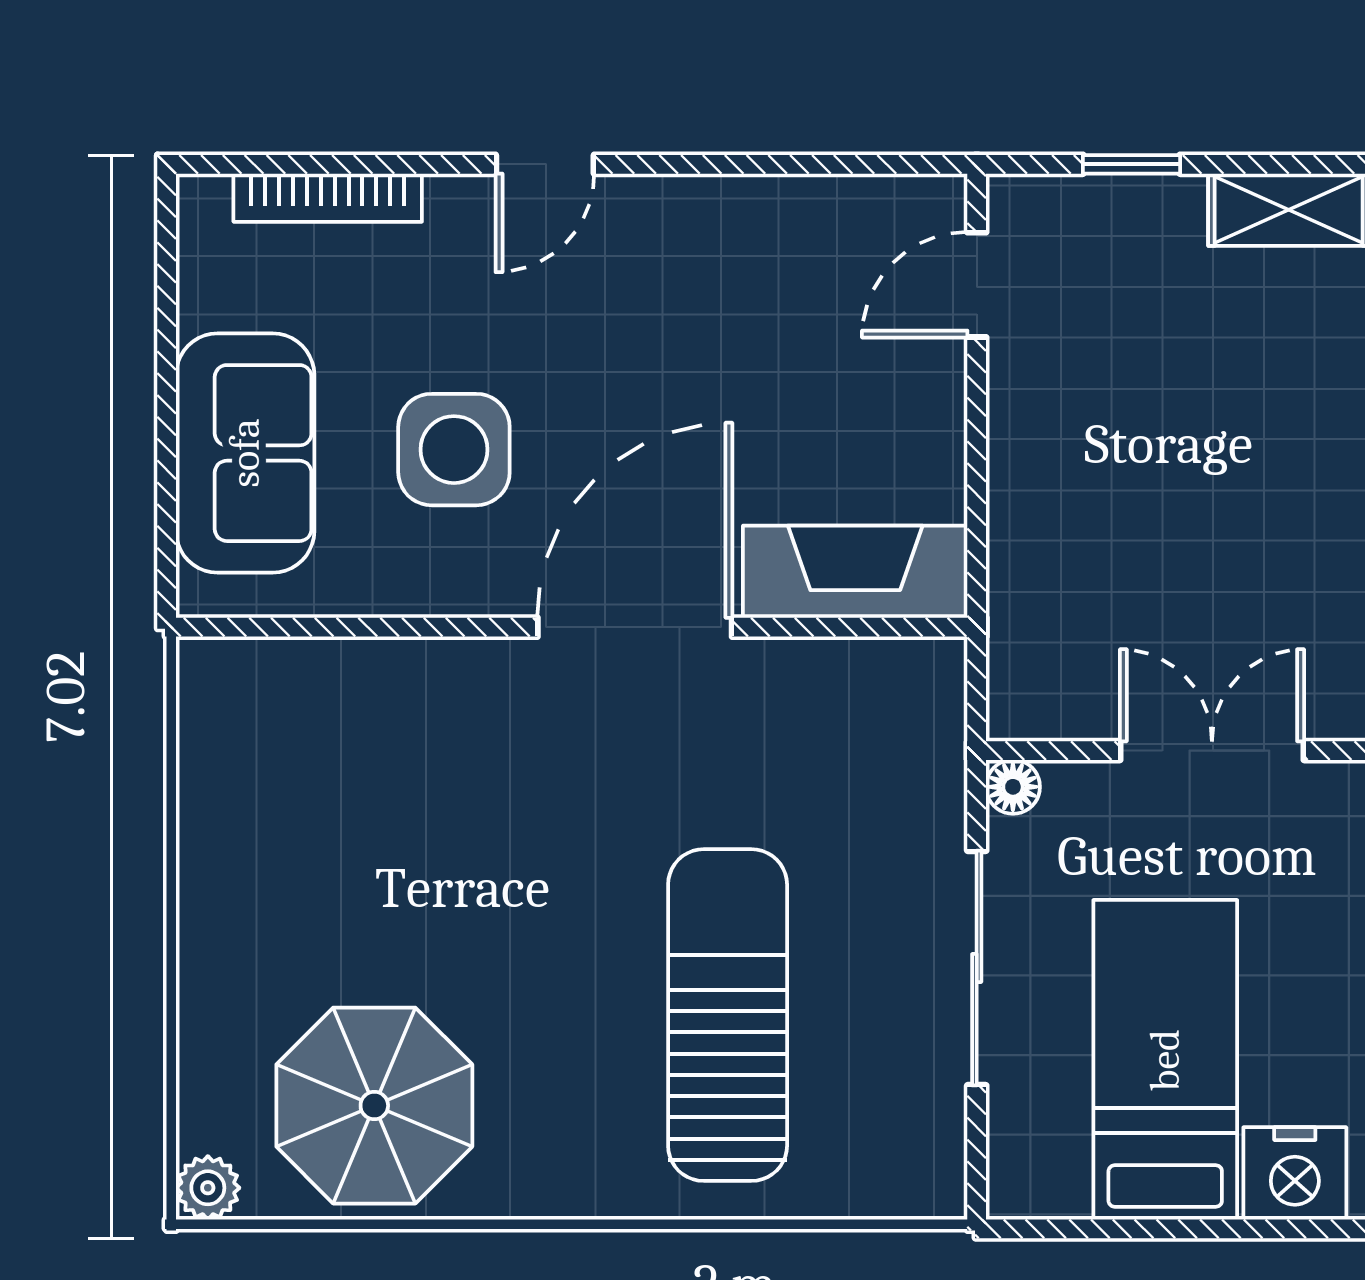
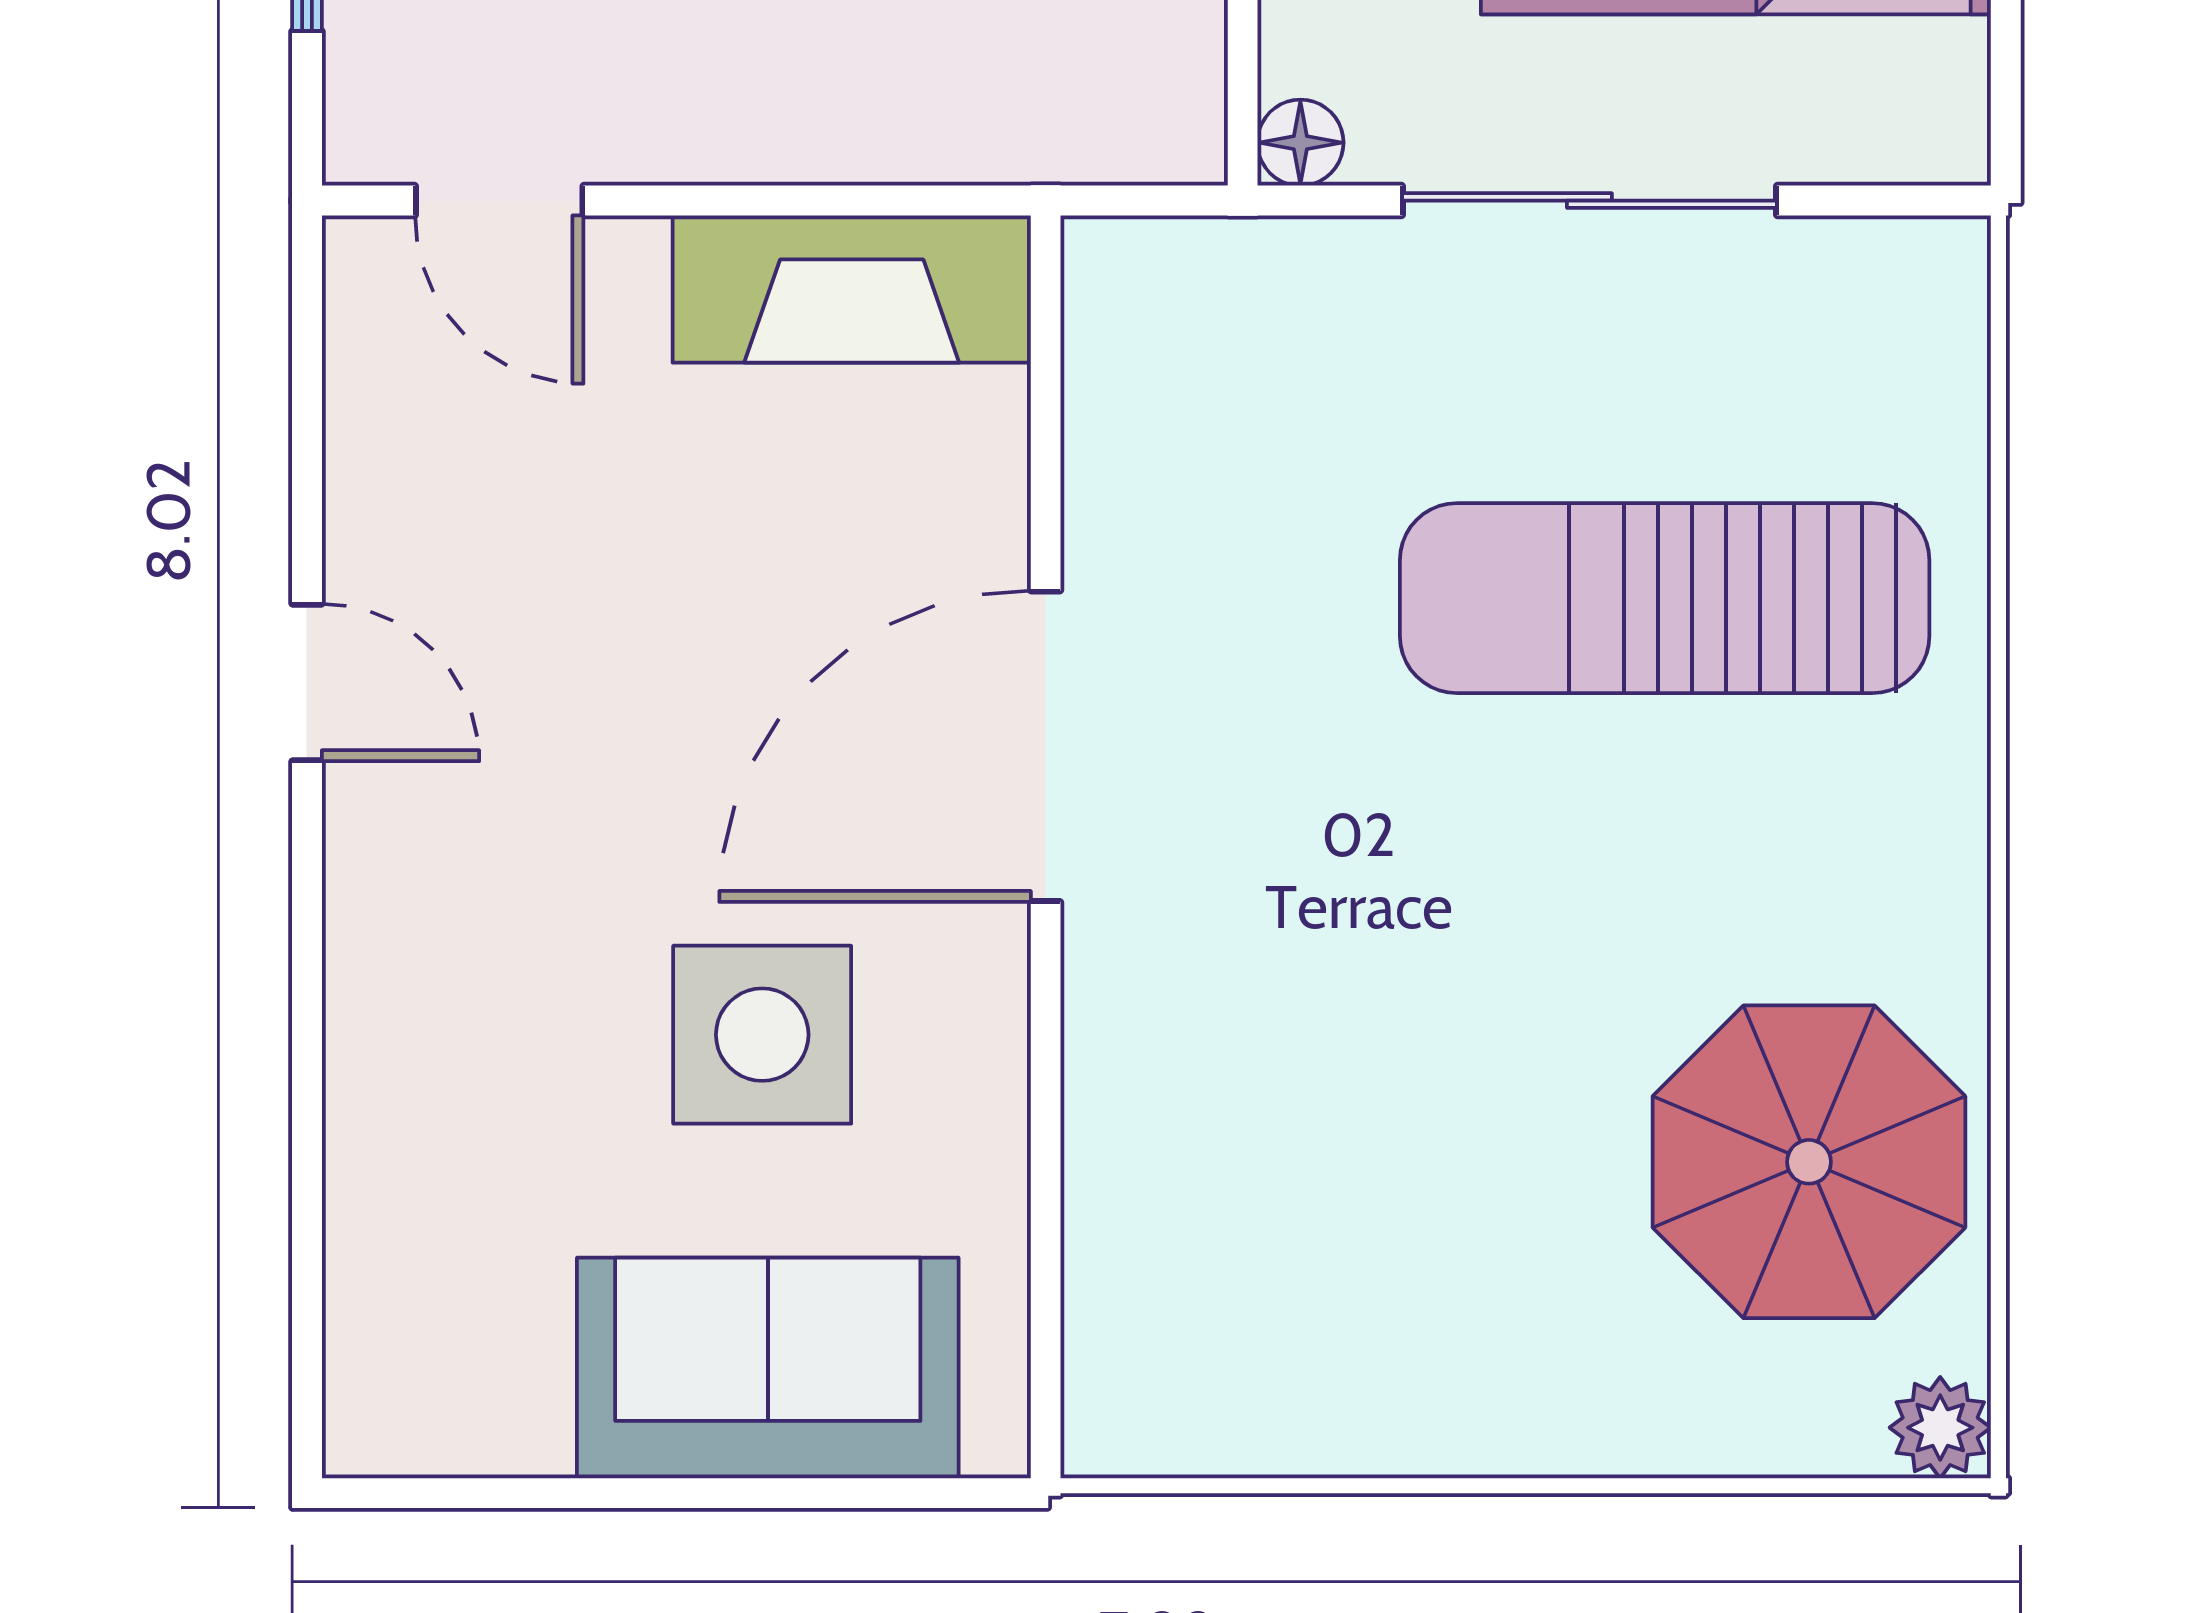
door: (545, 164) -> (307, 683), moved
bookcase: (328, 198) -> (360, 1236), removed
fireplace: (855, 572) -> (852, 289), moved, turned -90
door: (635, 627) -> (1046, 746), hinge flipped

